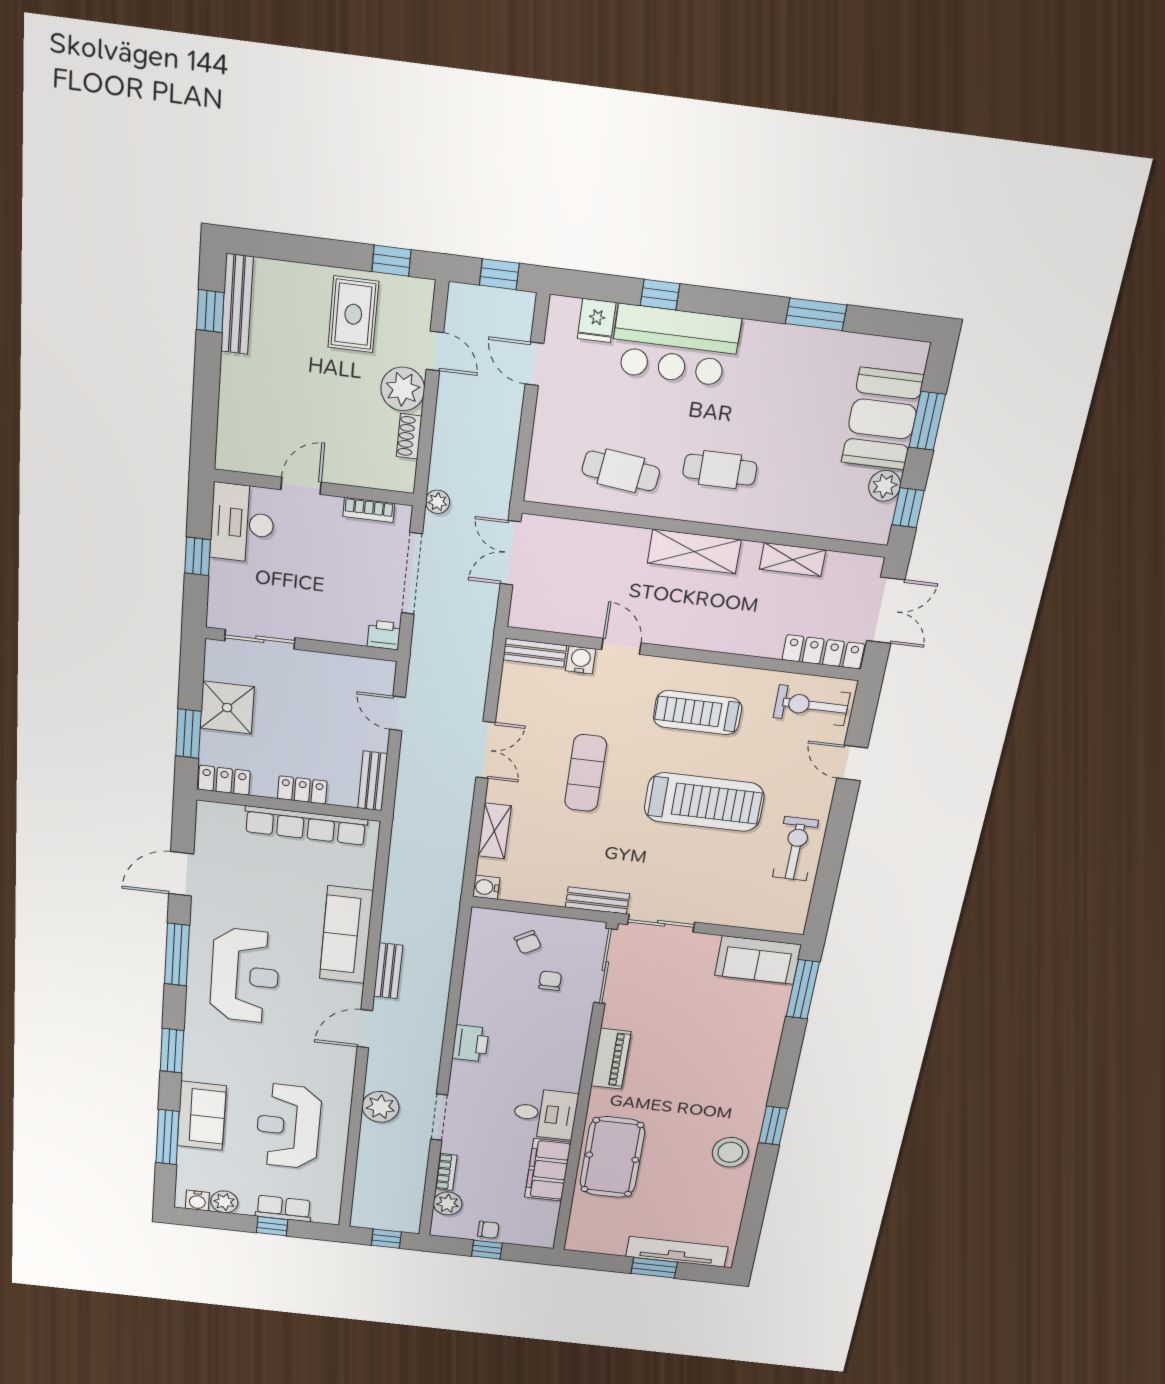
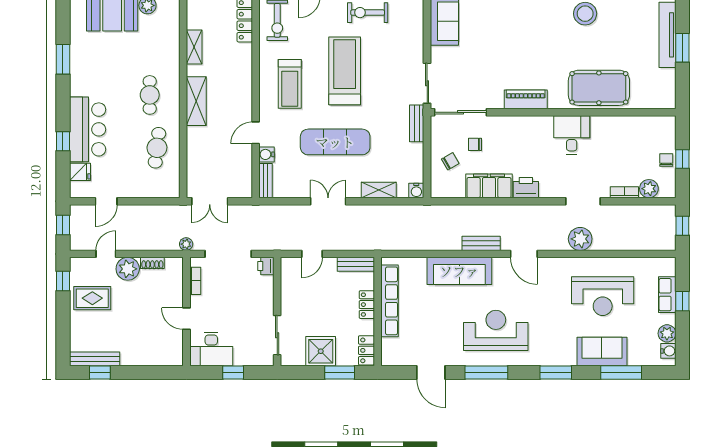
exercise mat: (586, 773) -> (335, 142), width x1.36, depth x1.45
filing cabinet: (548, 1170) -> (489, 186), moved, turned 180

